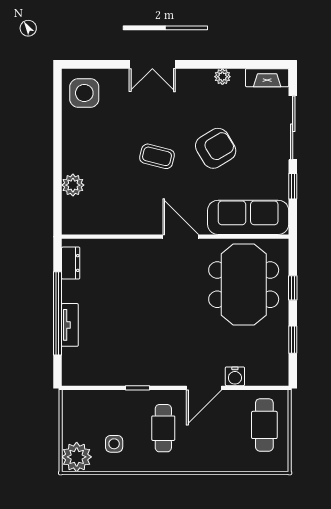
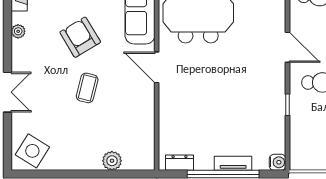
side table: (84, 93) -> (32, 151), turned 32
door: (181, 237) -> (157, 67), hinge flipped
water cooler: (235, 376) -> (278, 162), moved

